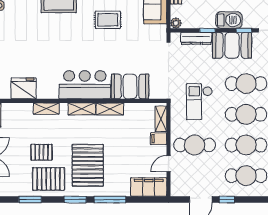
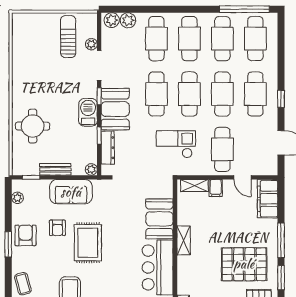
rug: (108, 20) -> (88, 243), width x1.36, depth x1.43
checkout: (199, 102) -> (176, 144), turned 180
shelving: (82, 109) -> (184, 271), removed
window: (227, 200) -> (281, 99), moved

